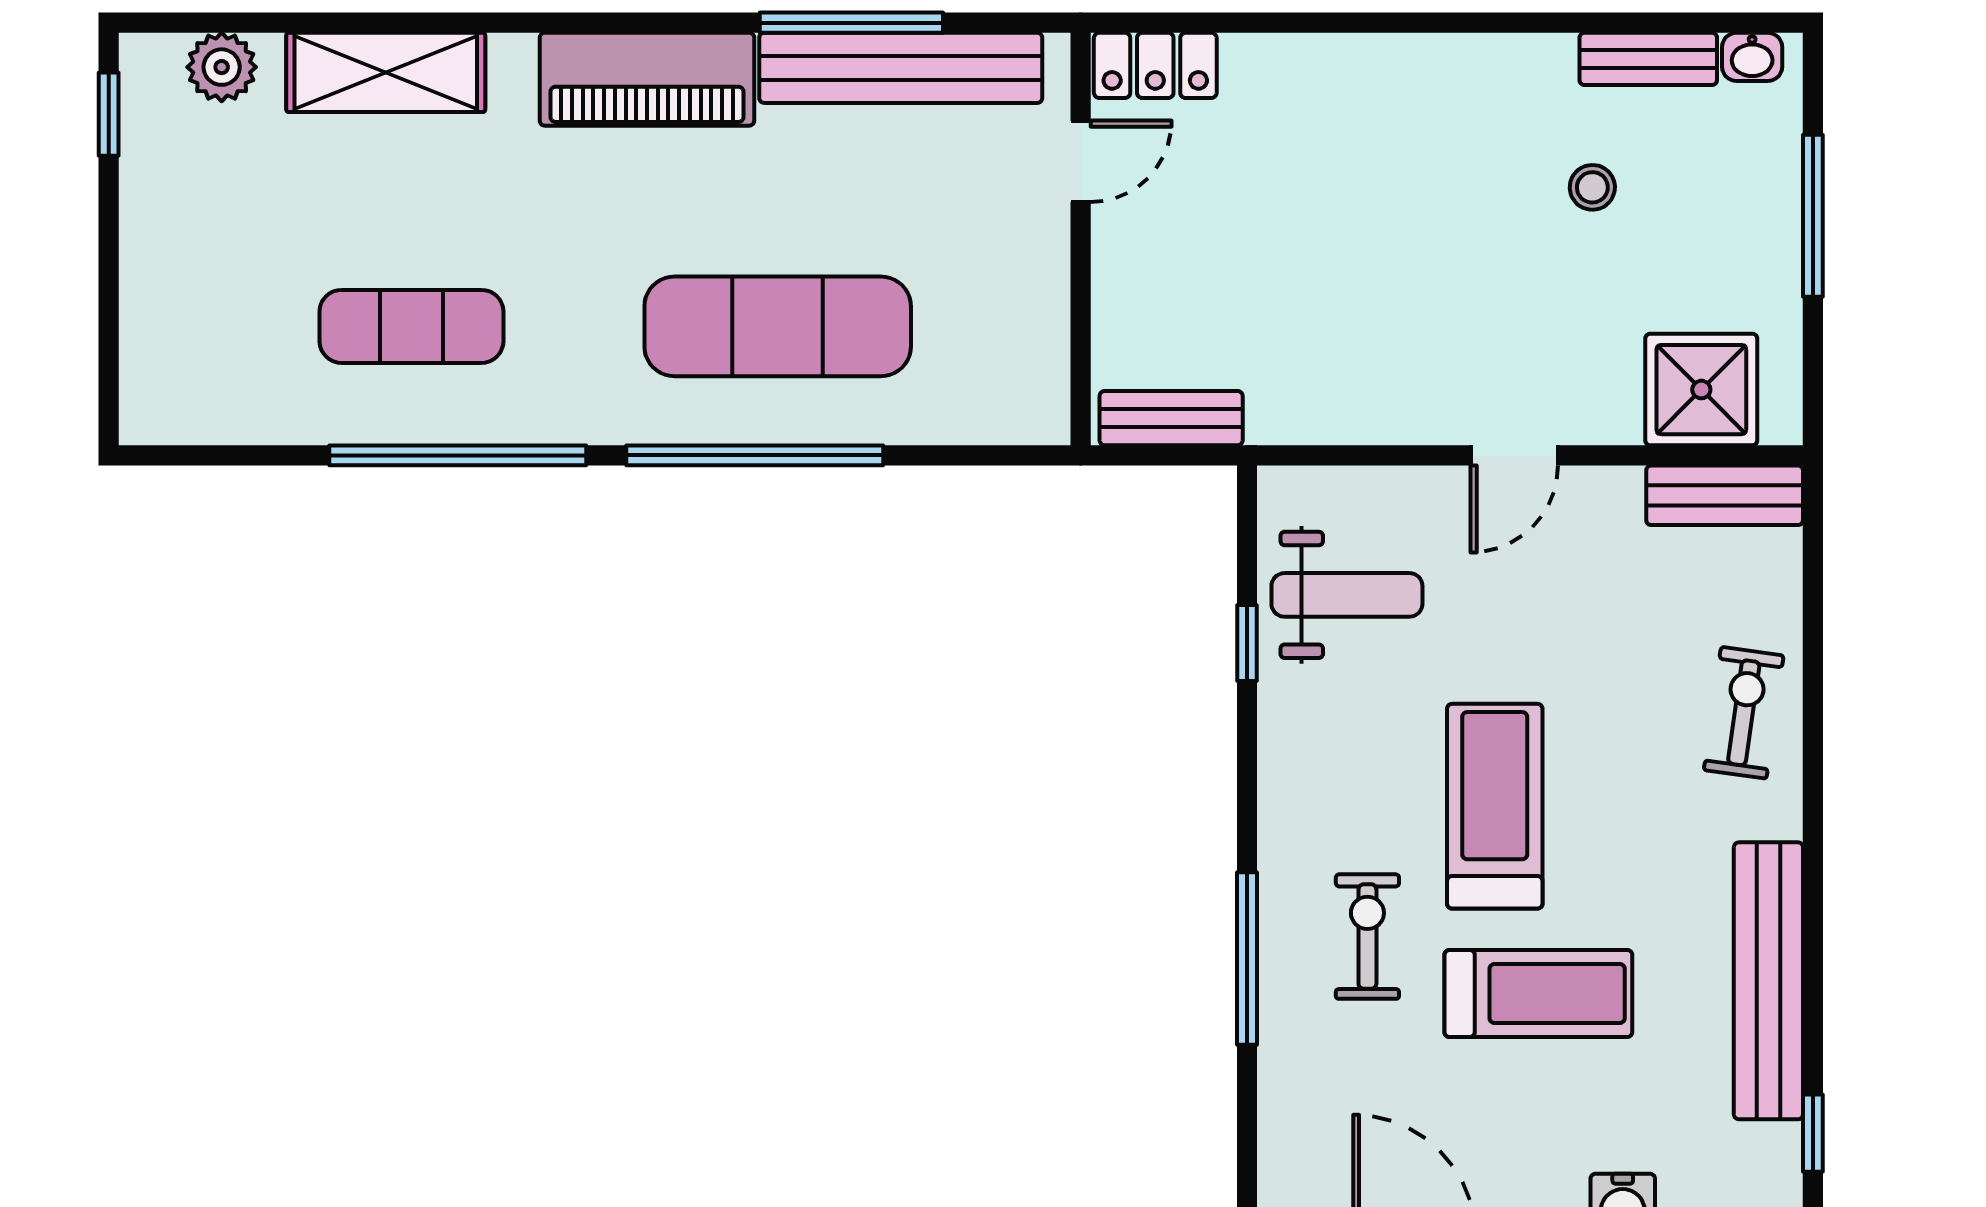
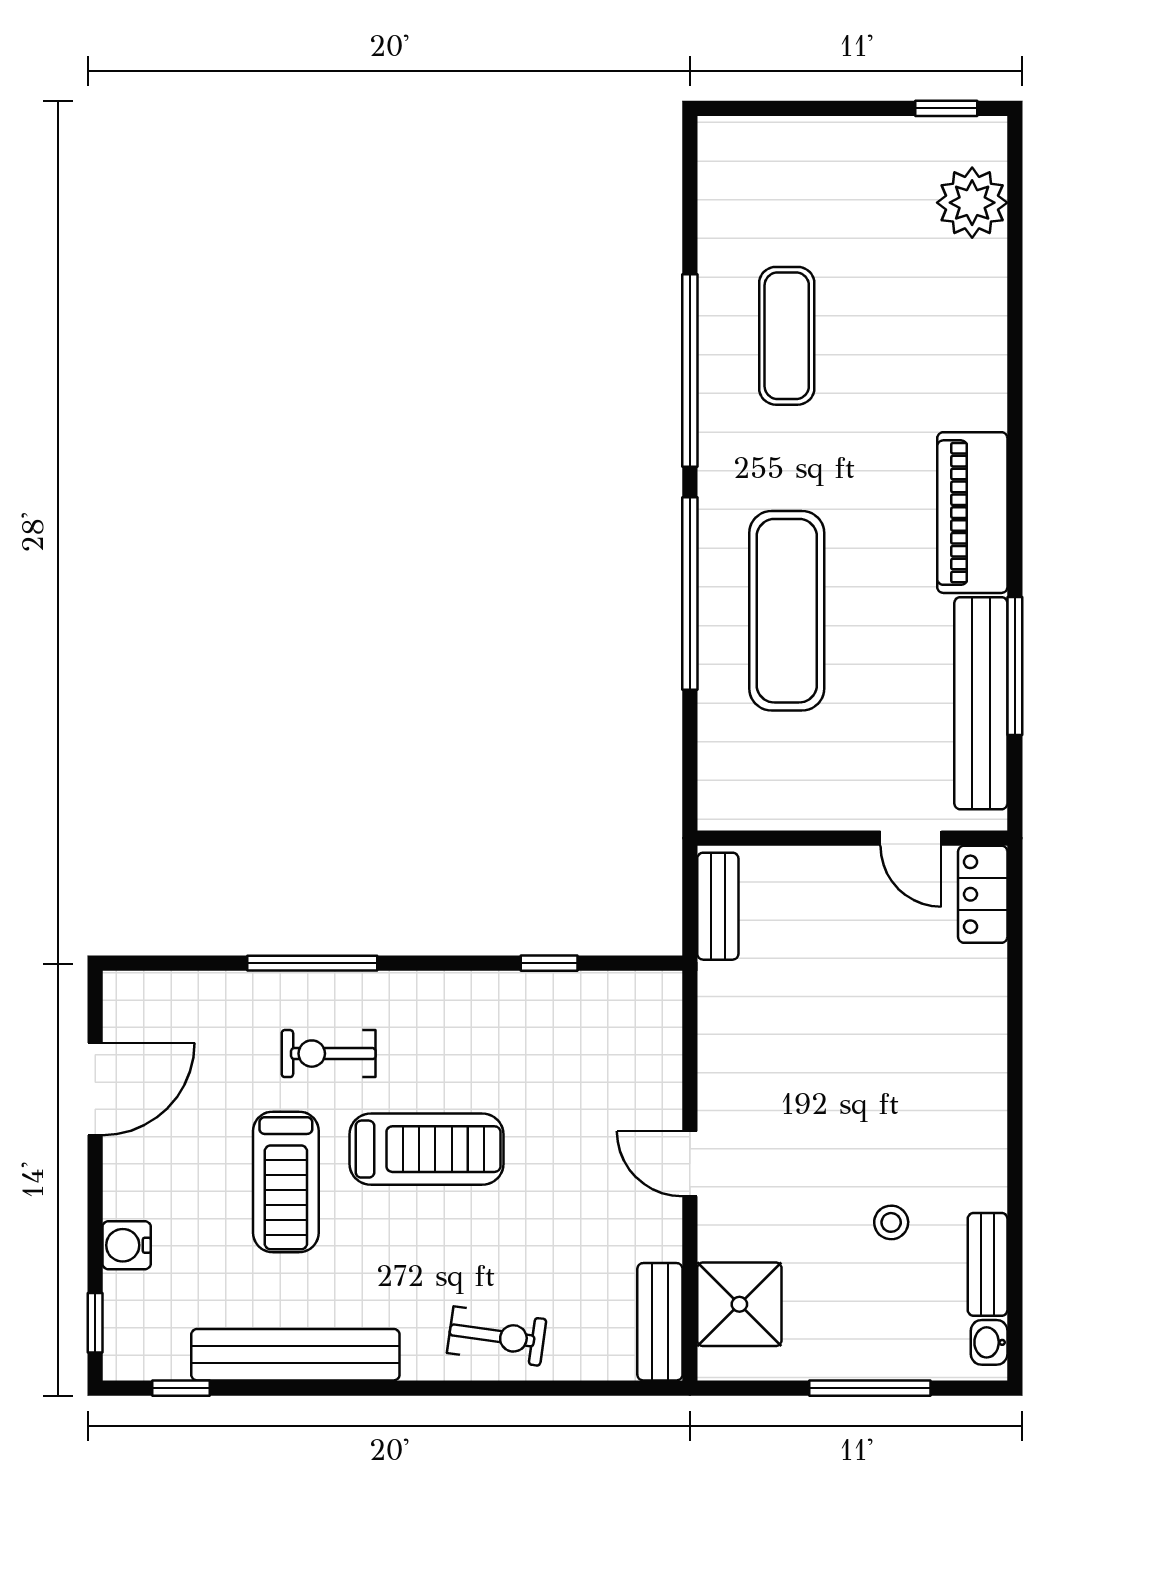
plant: (222, 67) -> (972, 203), width x1.36, depth x1.36
shelving: (386, 72) -> (977, 316), removed
weight bench: (1347, 595) -> (585, 1038), removed
exercise bike: (1367, 937) -> (329, 1054), turned 180

